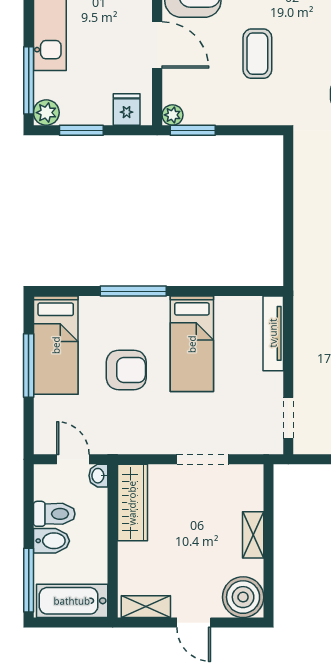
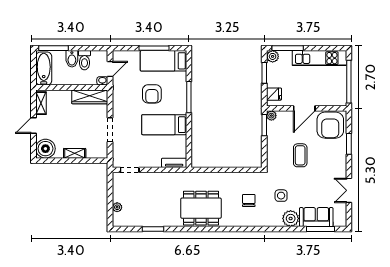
coffee table: (257, 54) -> (300, 155), turned 90
tv unit: (273, 333) -> (174, 163), width x0.71

